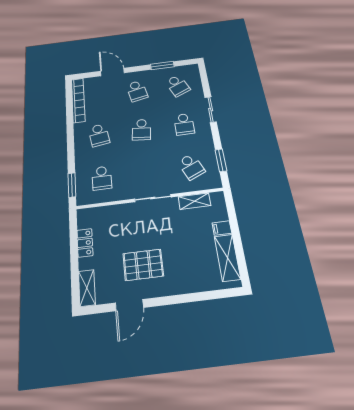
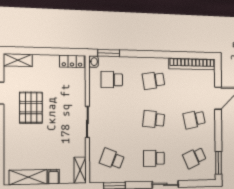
window: (162, 66) -> (218, 163), moved
school desk: (191, 167) -> (112, 159), turned 45
washbasin: (83, 200) -> (94, 62), added
shelving: (194, 201) -> (80, 170), moved
locker: (85, 243) -> (72, 61), moved

